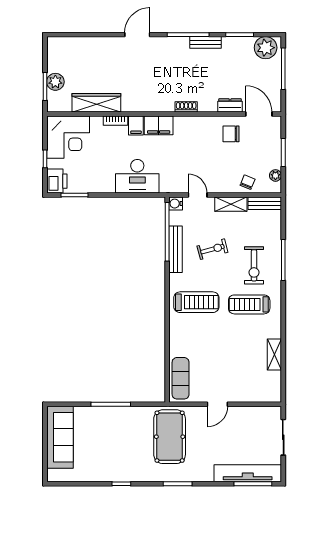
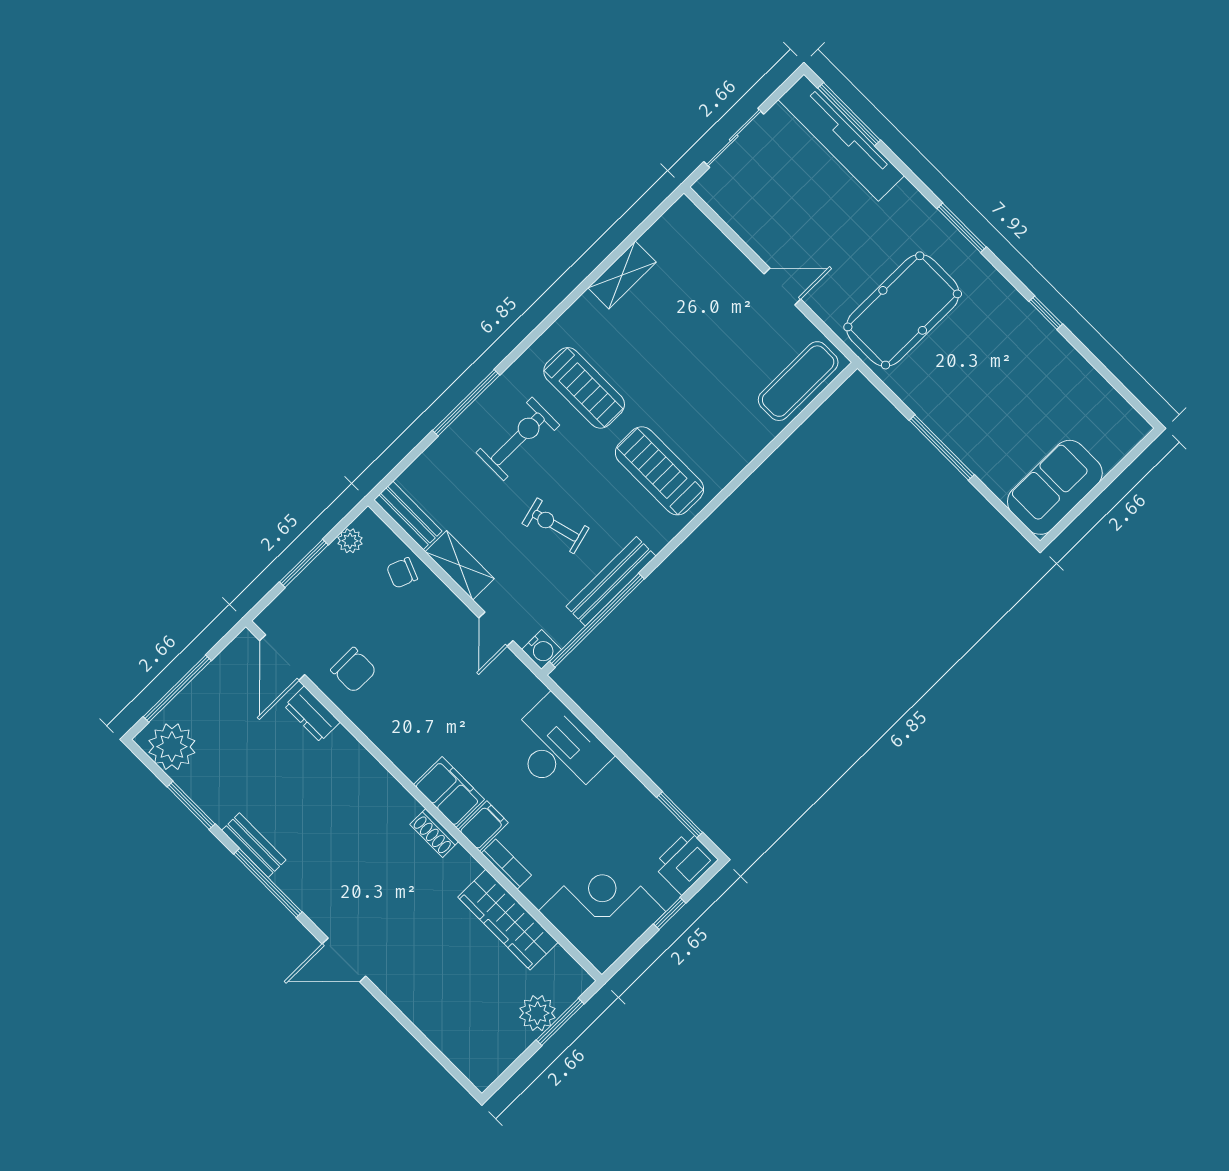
shoe rack: (186, 107) -> (434, 833), moved
sofa: (60, 437) -> (1055, 487), width x0.73

